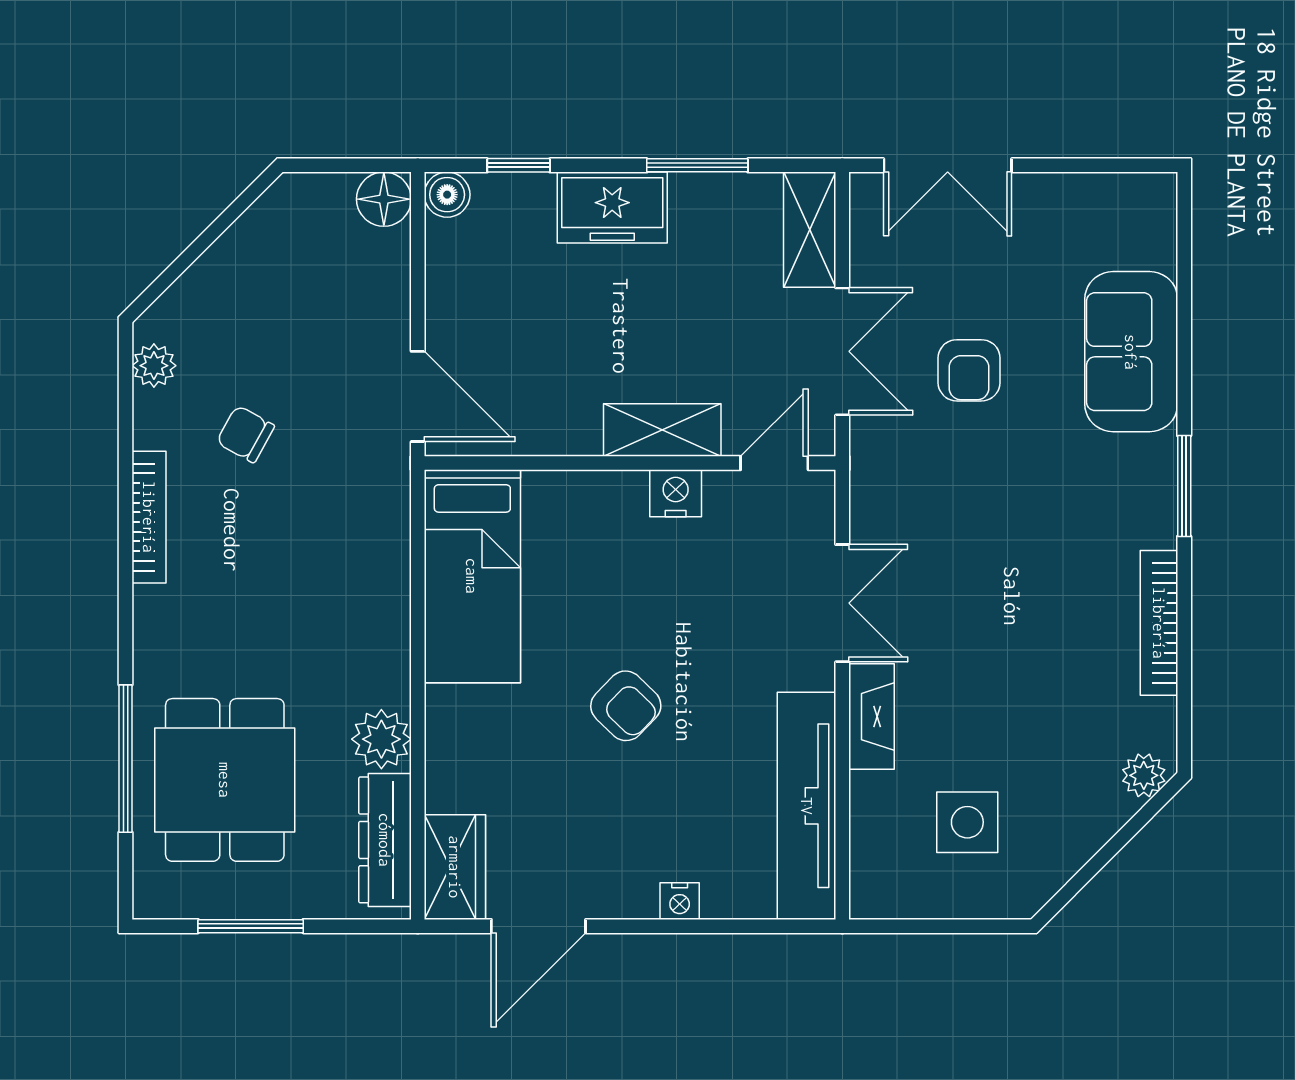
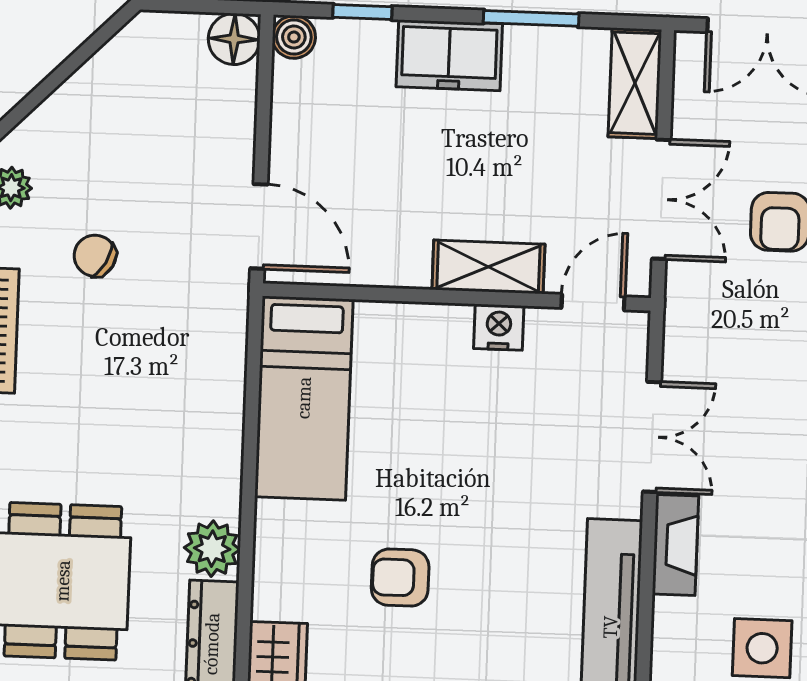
armchair: (626, 706) -> (400, 578), moved, turned 136

